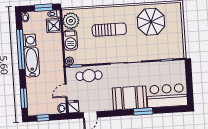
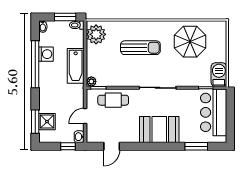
shower: (54, 25) -> (47, 122), moved
barbecue: (70, 40) -> (219, 75), moved, turned 180
bathtub: (32, 62) -> (76, 66), moved, turned 180
bar counter: (167, 96) -> (214, 112), moved, turned -90
fridge: (73, 107) -> (92, 135), removed
window: (143, 111) -> (196, 146), moved
window: (43, 118) -> (68, 146), moved

